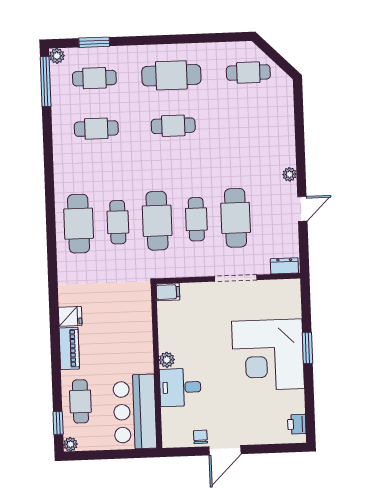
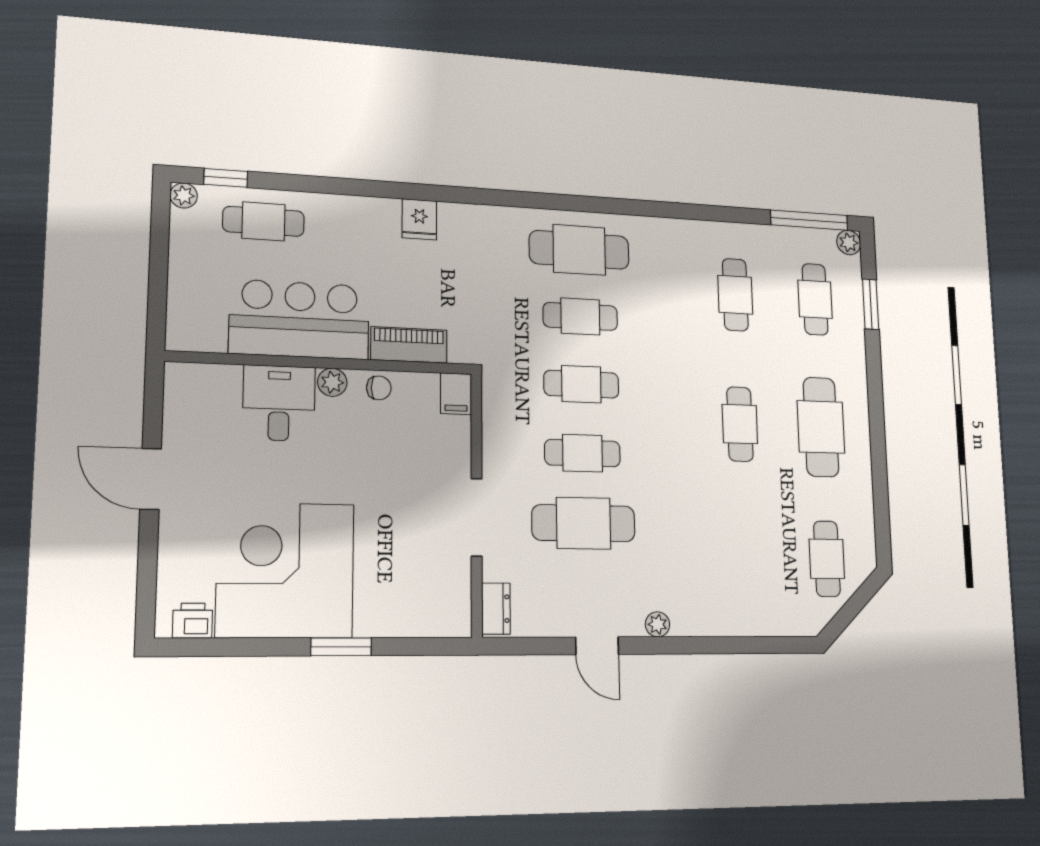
cafe table: (157, 221) -> (581, 384), width x0.73, depth x0.74
piano: (69, 348) -> (409, 345), moved, turned 180
corner desk: (268, 355) -> (285, 570), moved
bar counter: (135, 412) -> (299, 319), moved
chair: (200, 437) -> (379, 388), moved

